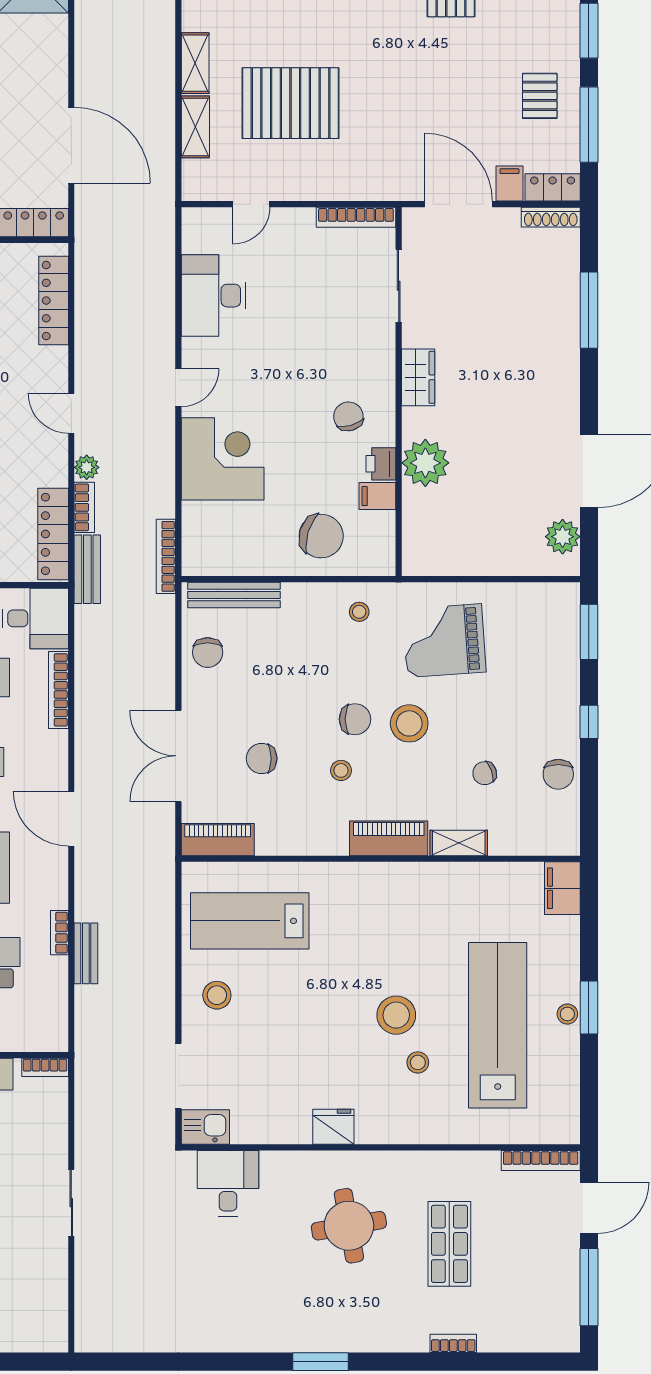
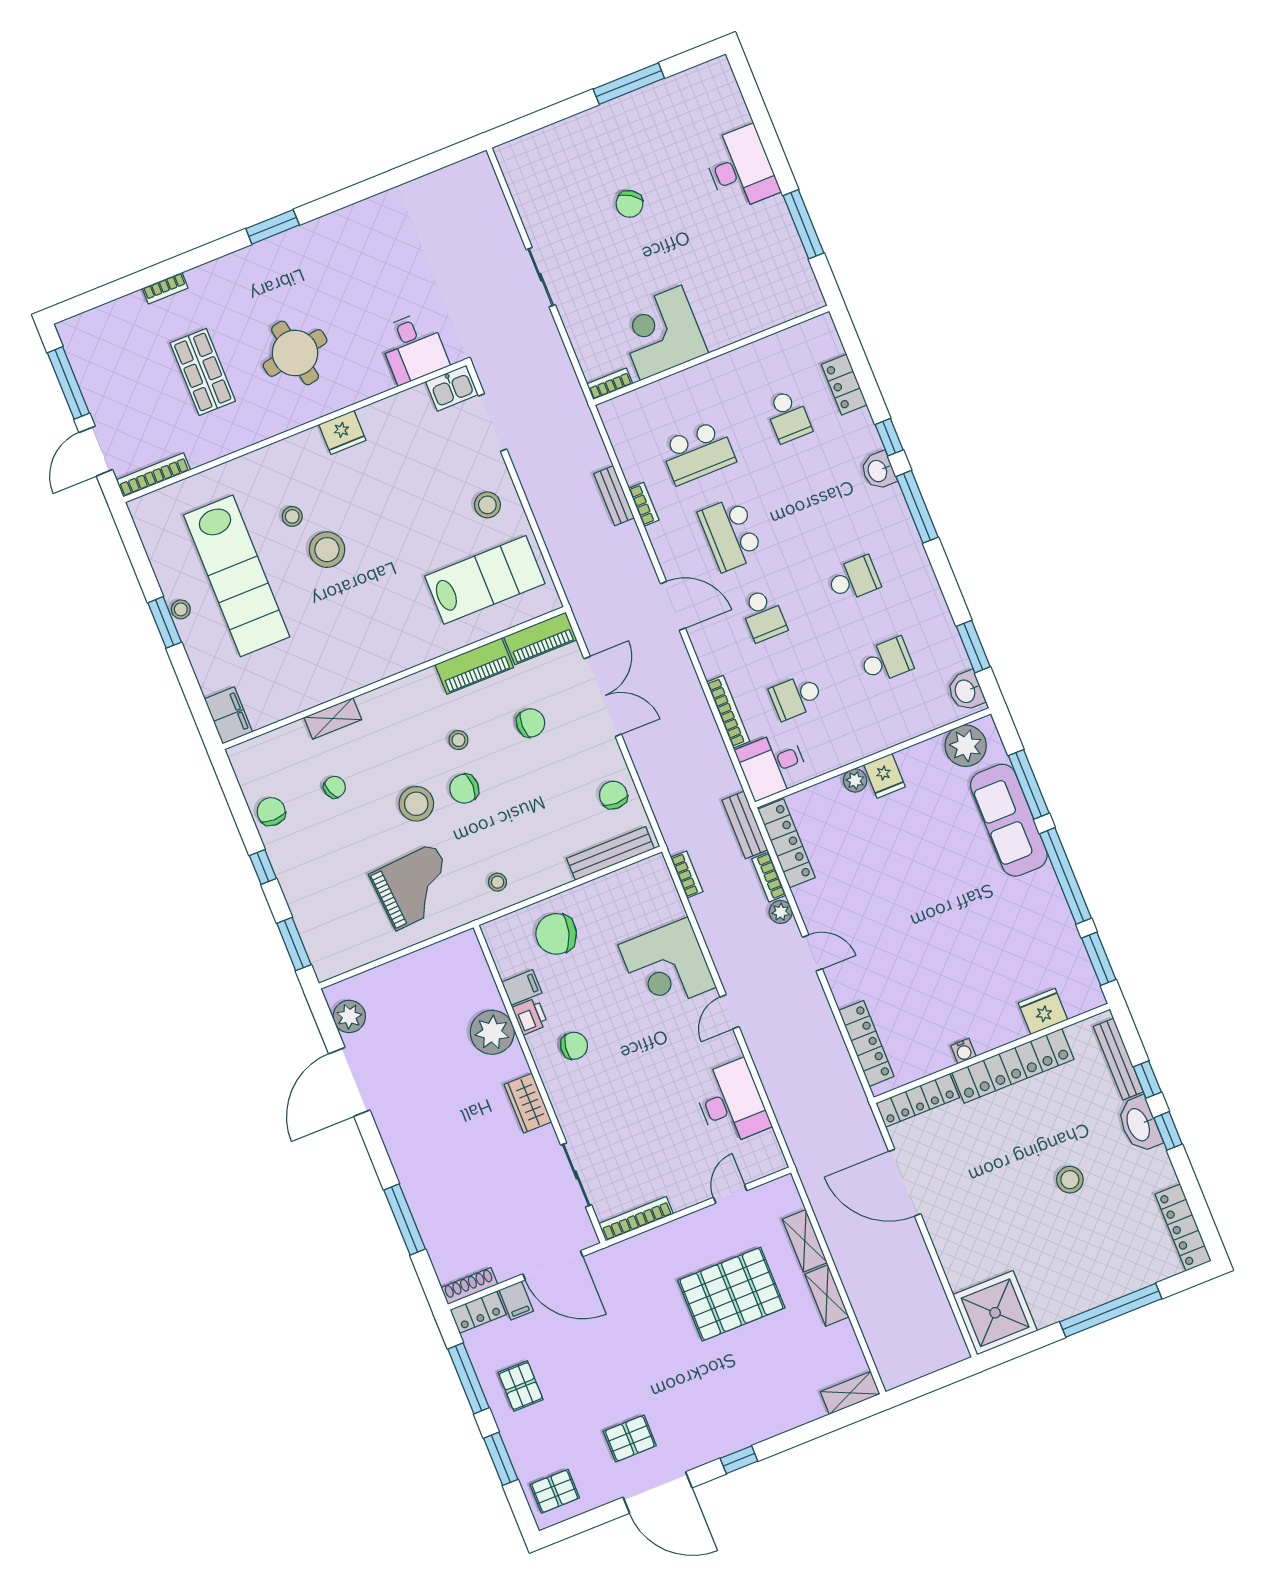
chair: (348, 416) -> (574, 1046), turned -66
bookcase: (166, 556) -> (687, 875), width x0.64
piano: (389, 838) -> (474, 666), moved

